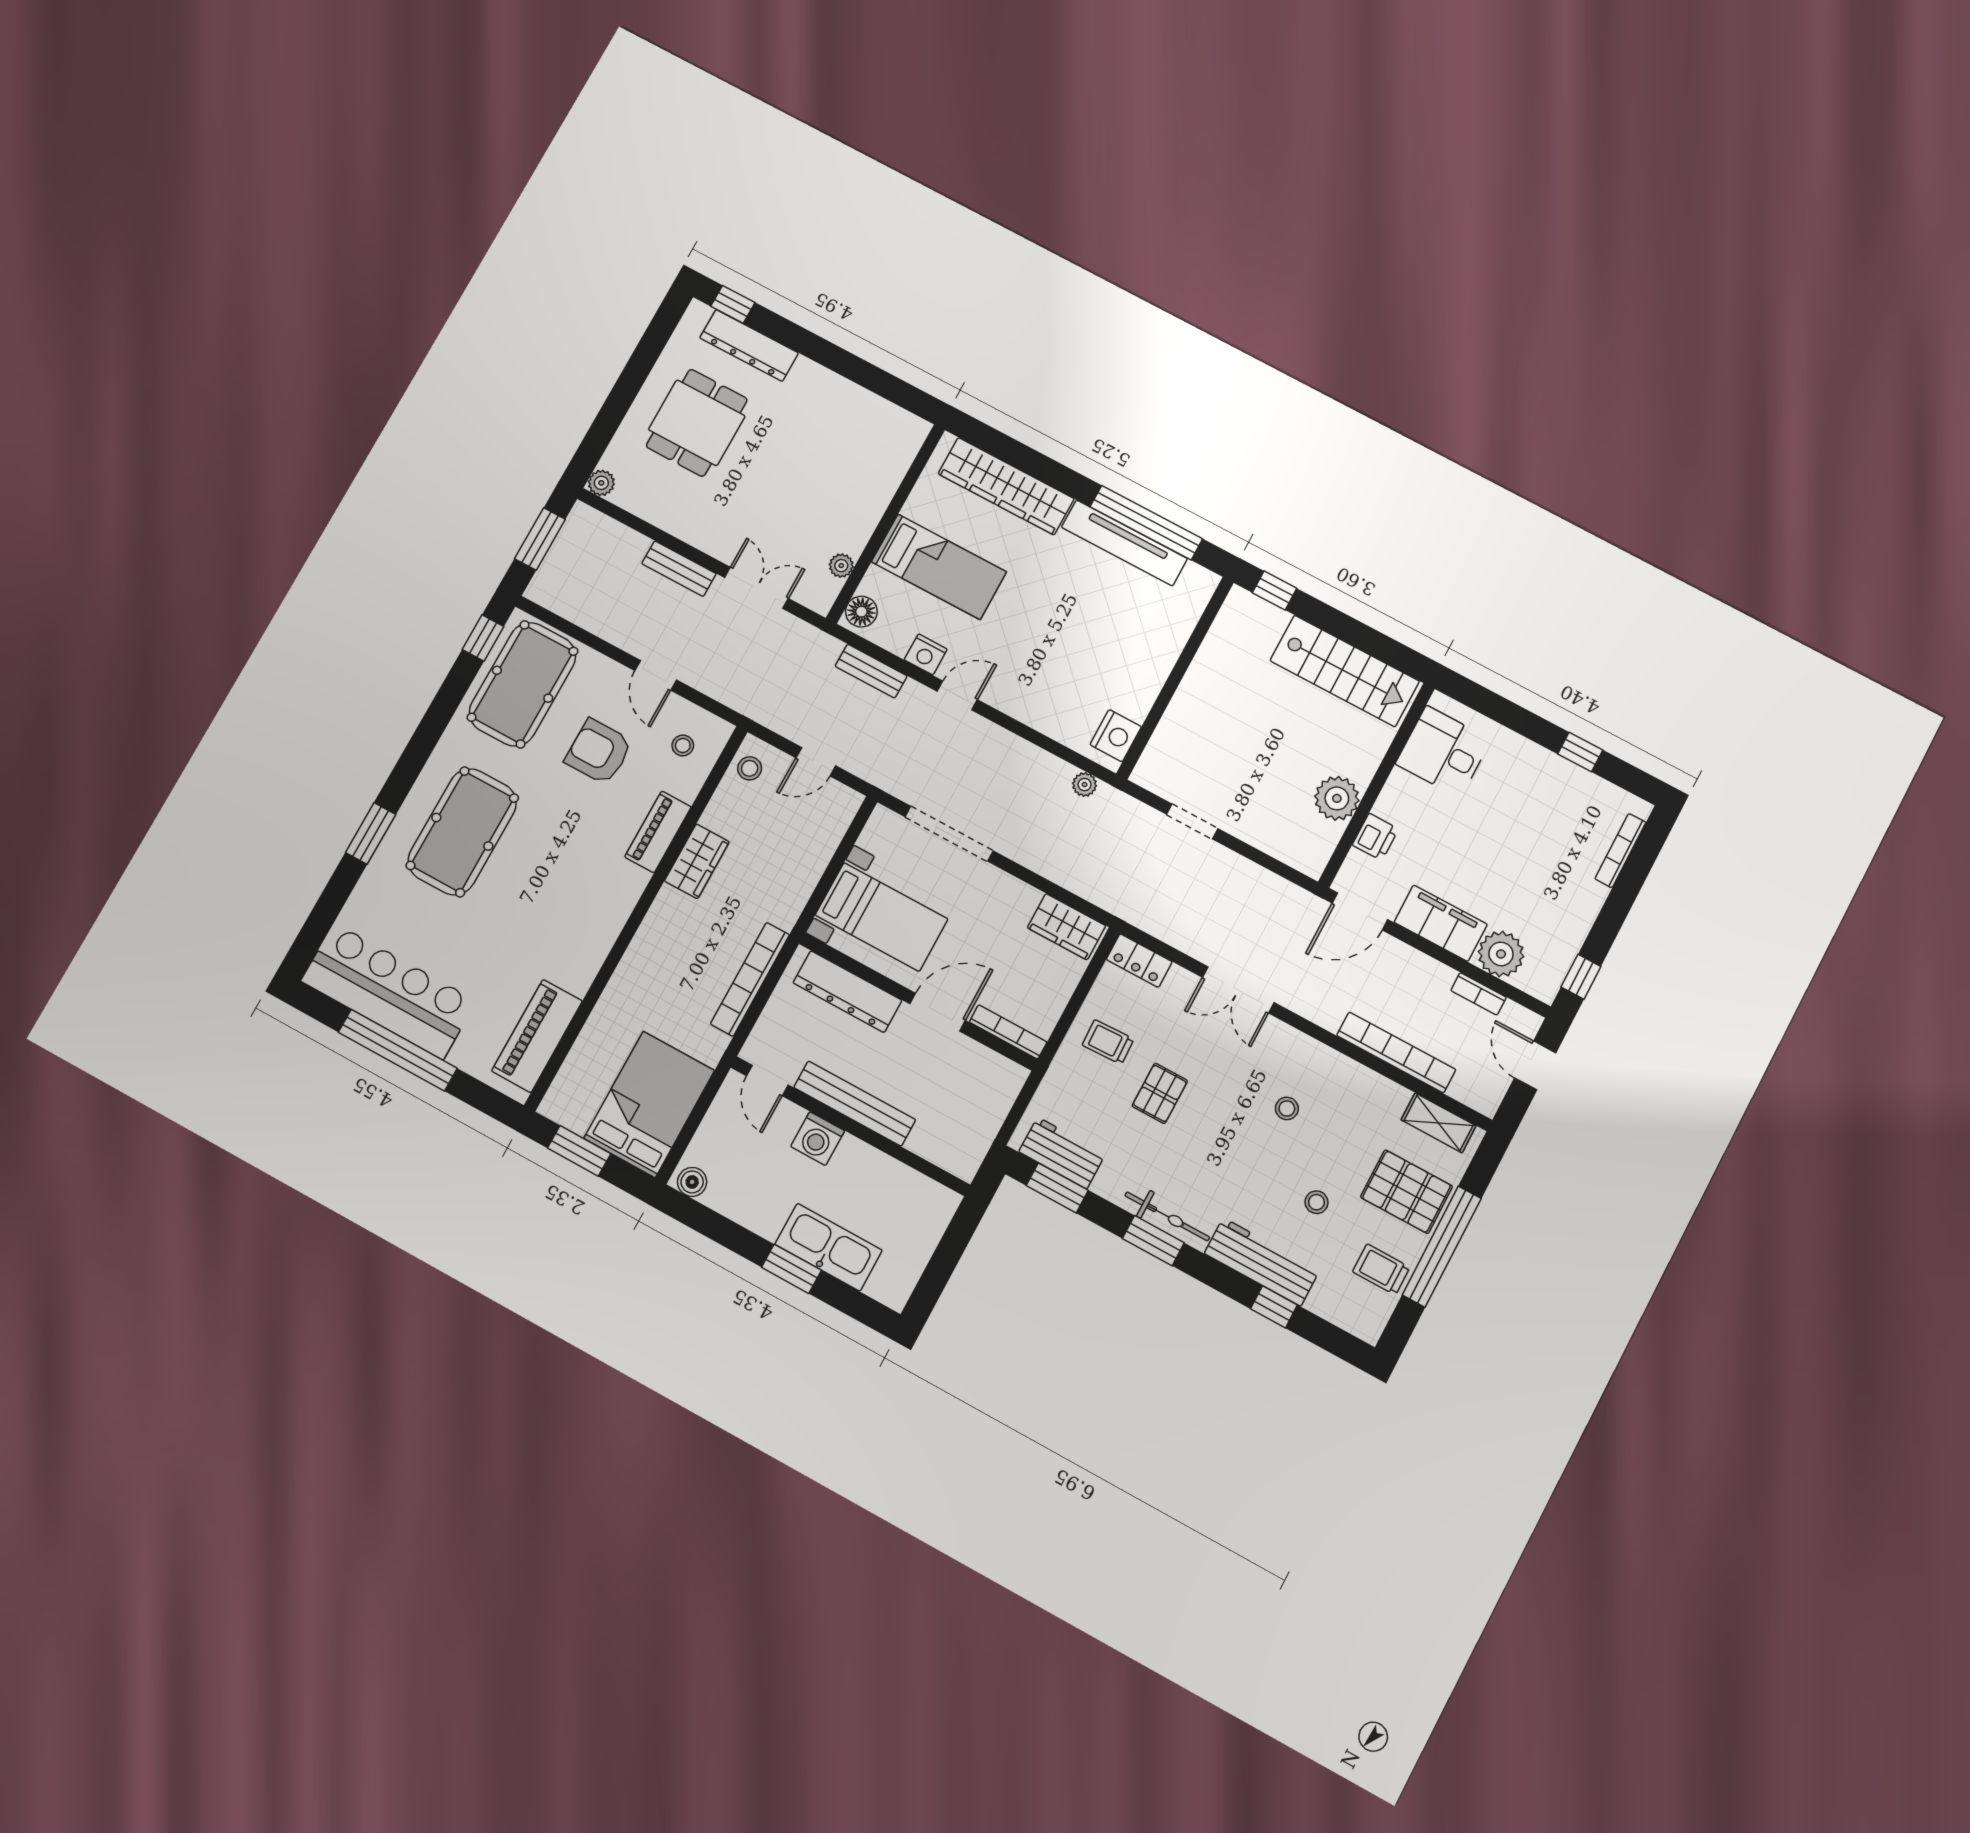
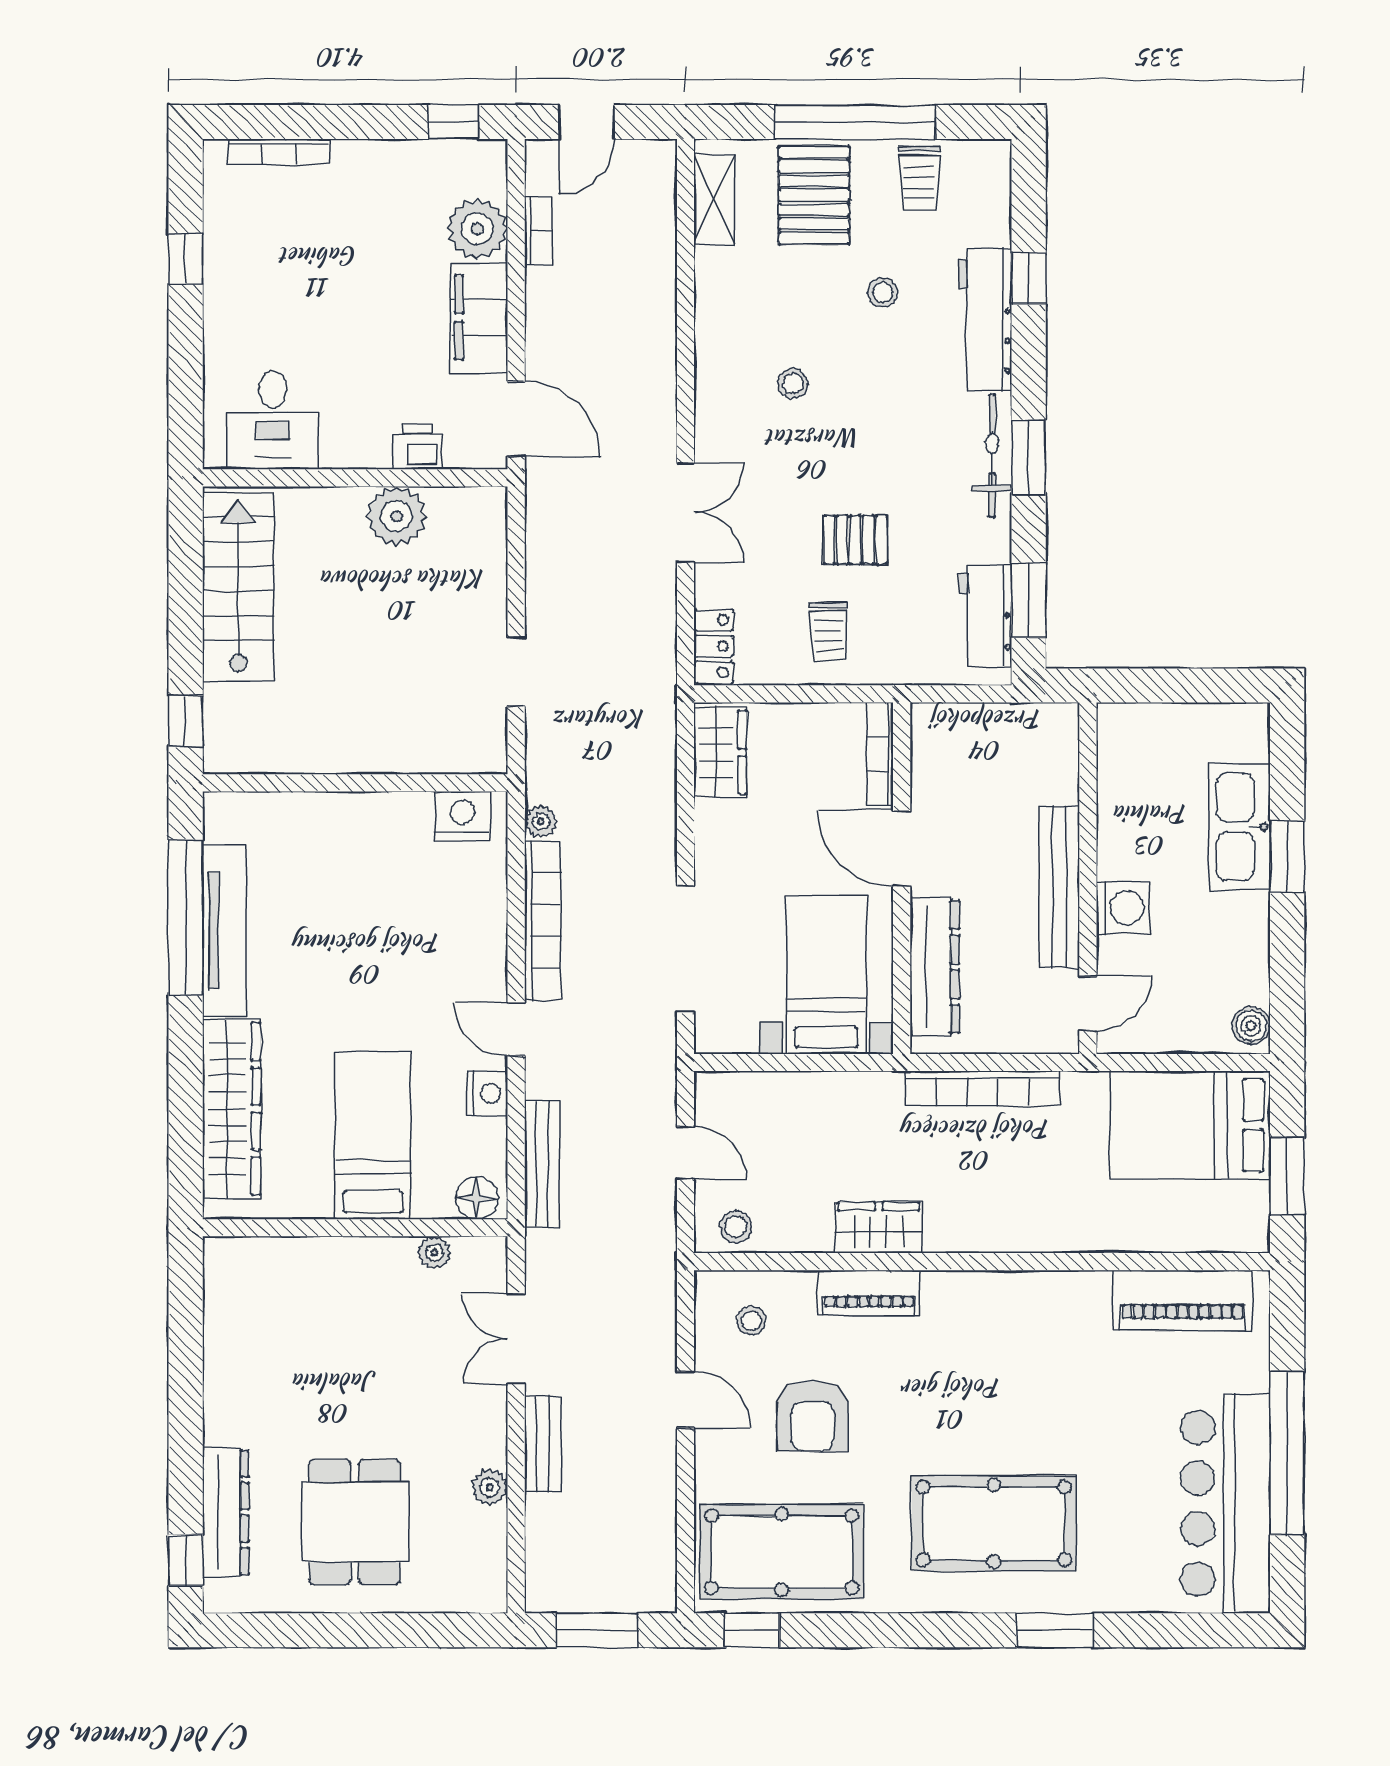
dining table: (697, 423) -> (355, 1522), turned 90
plant: (601, 483) -> (490, 1487), moved
bench: (871, 671) -> (542, 1164), width x1.36
door: (656, 675) -> (686, 1400), hinge flipped
bookcase: (1396, 1053) -> (543, 921), moved, turned 180

